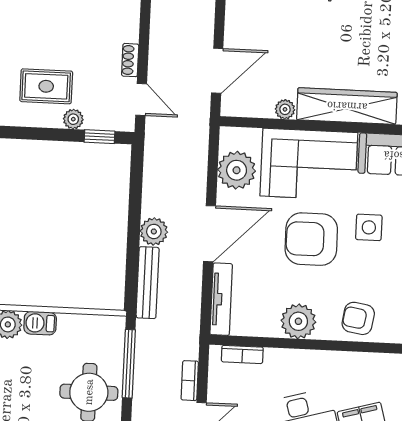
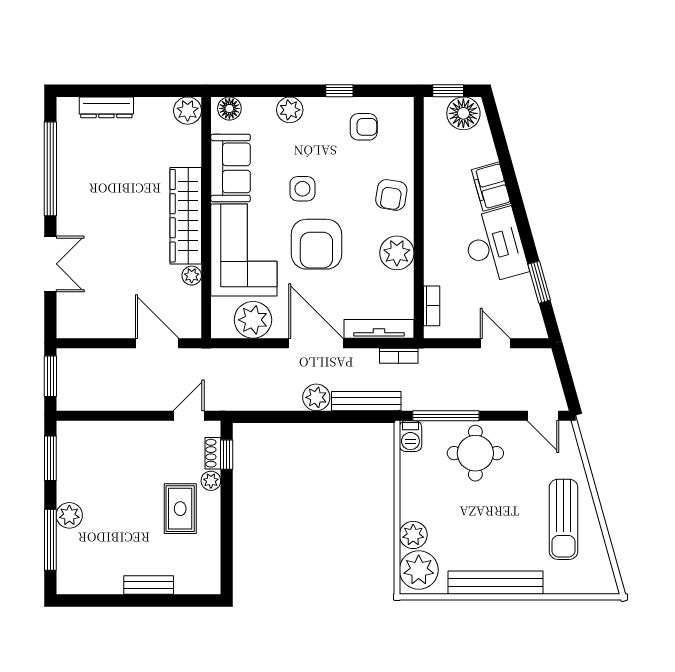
shoe rack: (130, 60) -> (213, 453), moved, turned 90
barbecue: (40, 323) -> (410, 436), moved
bookcase: (190, 381) -> (399, 356), moved

